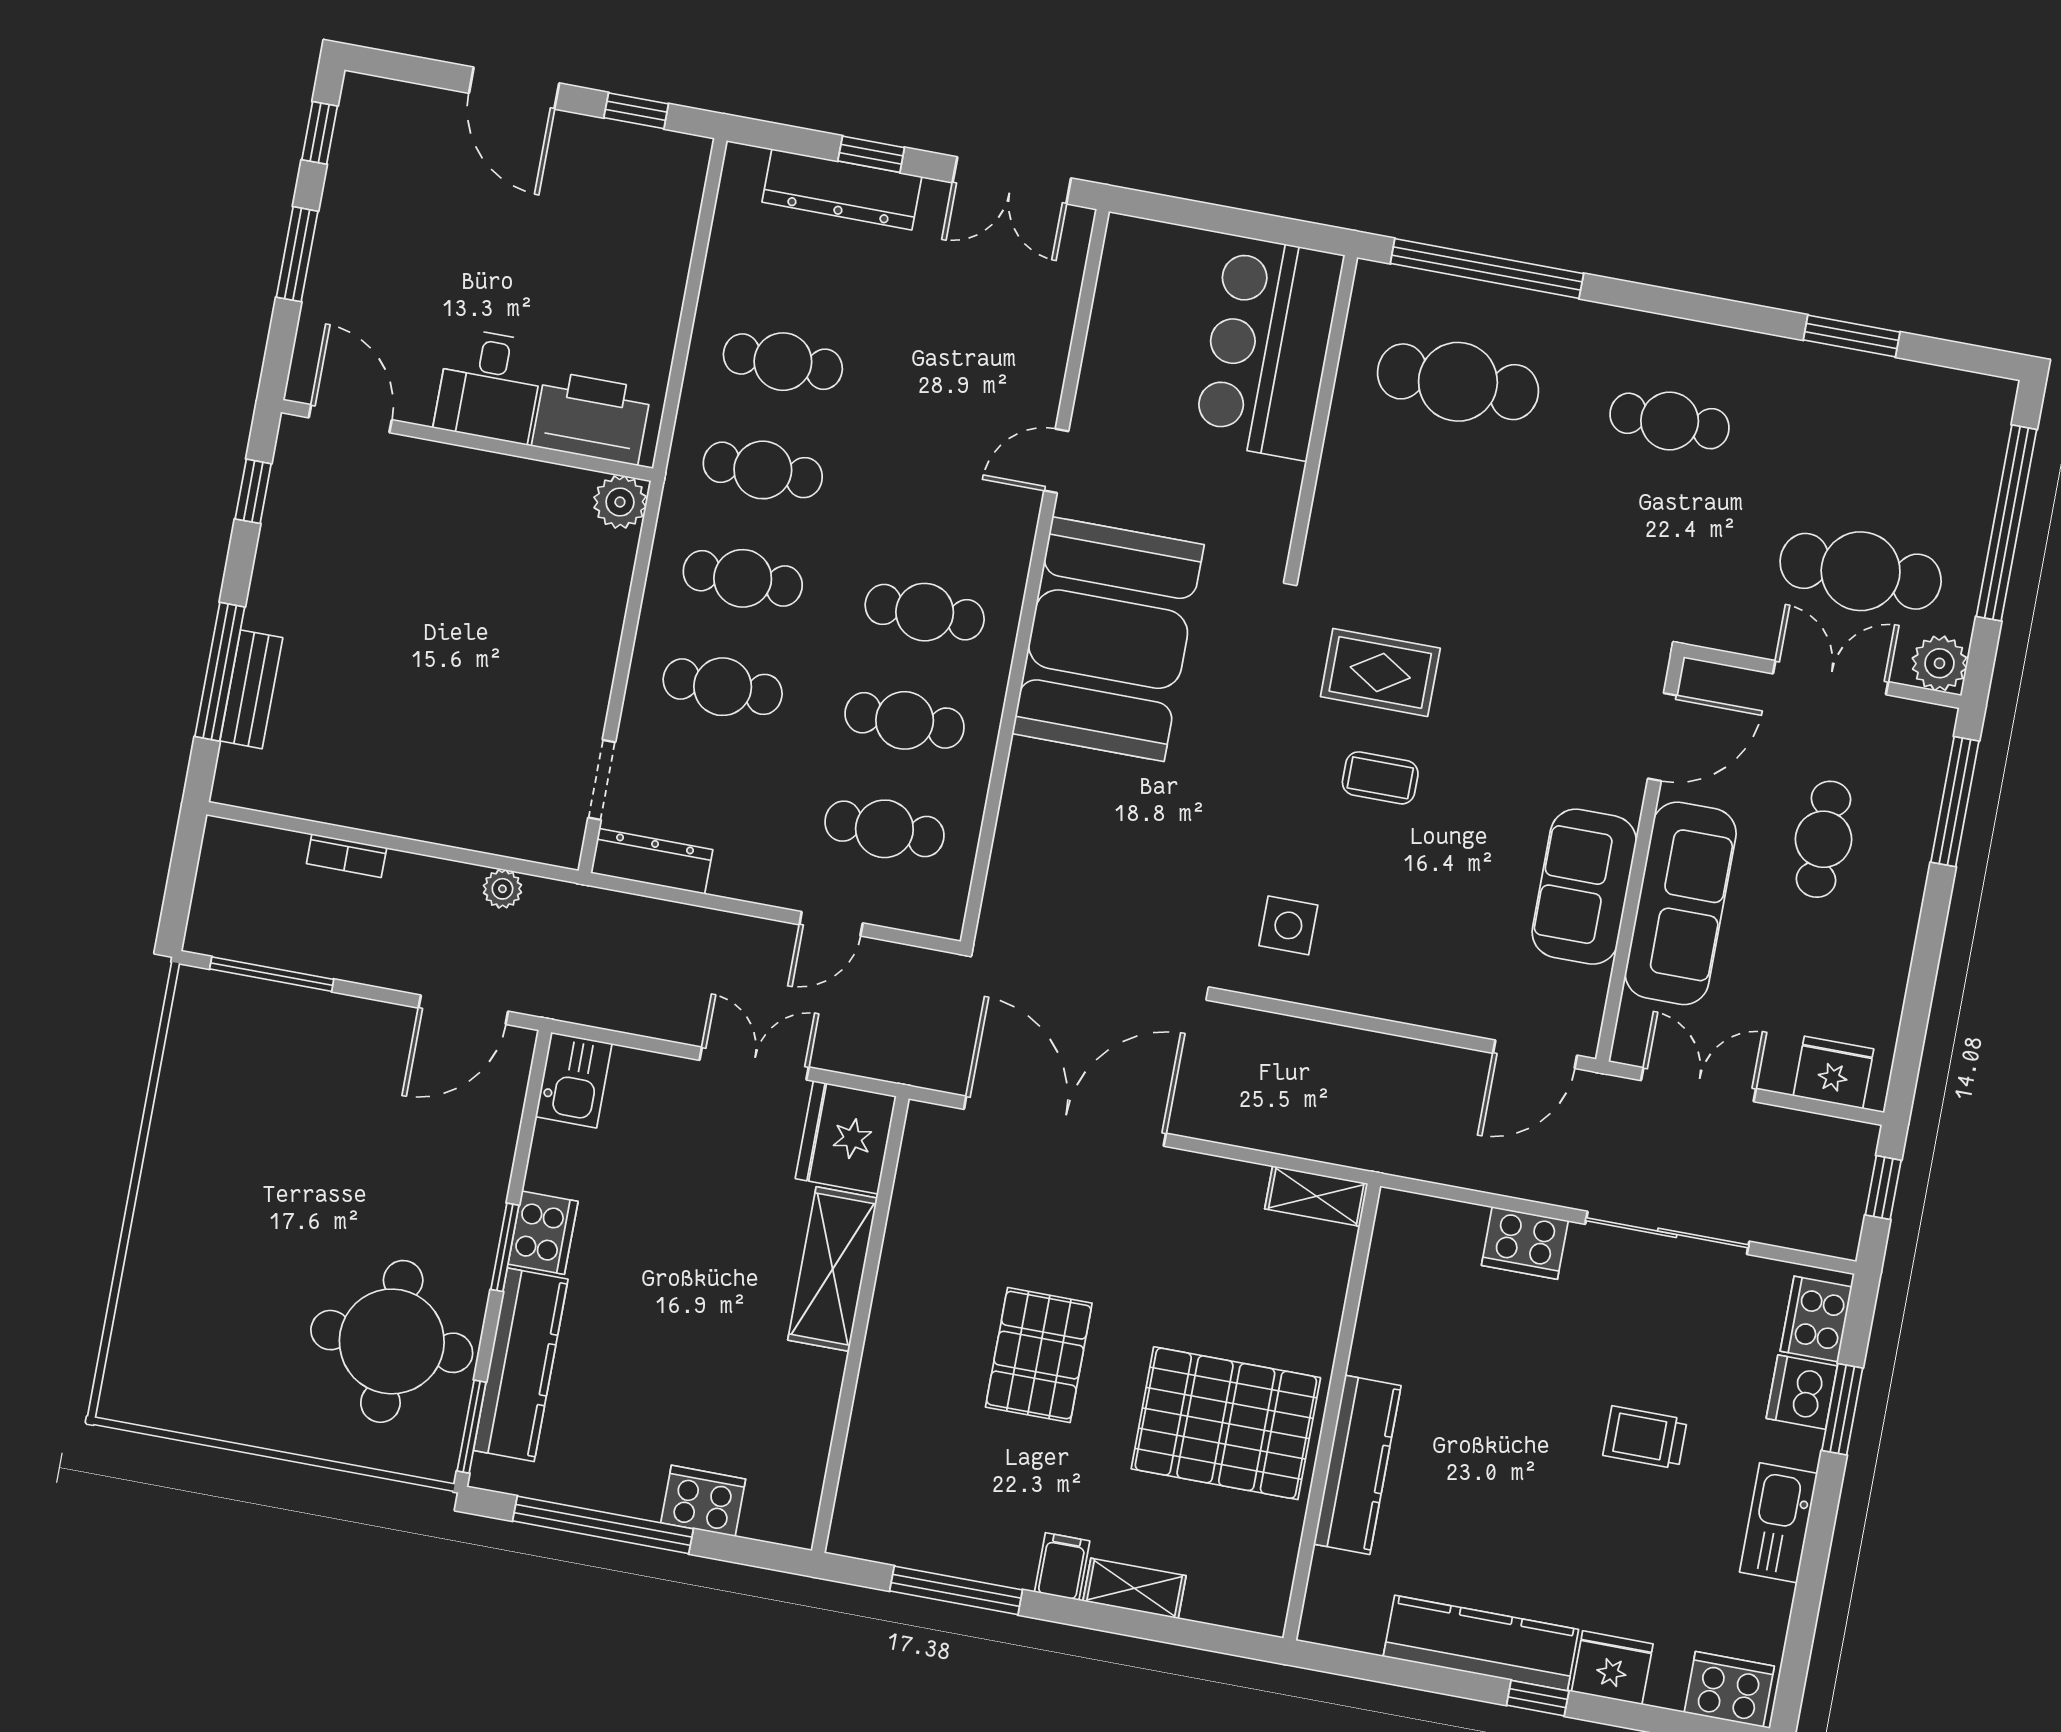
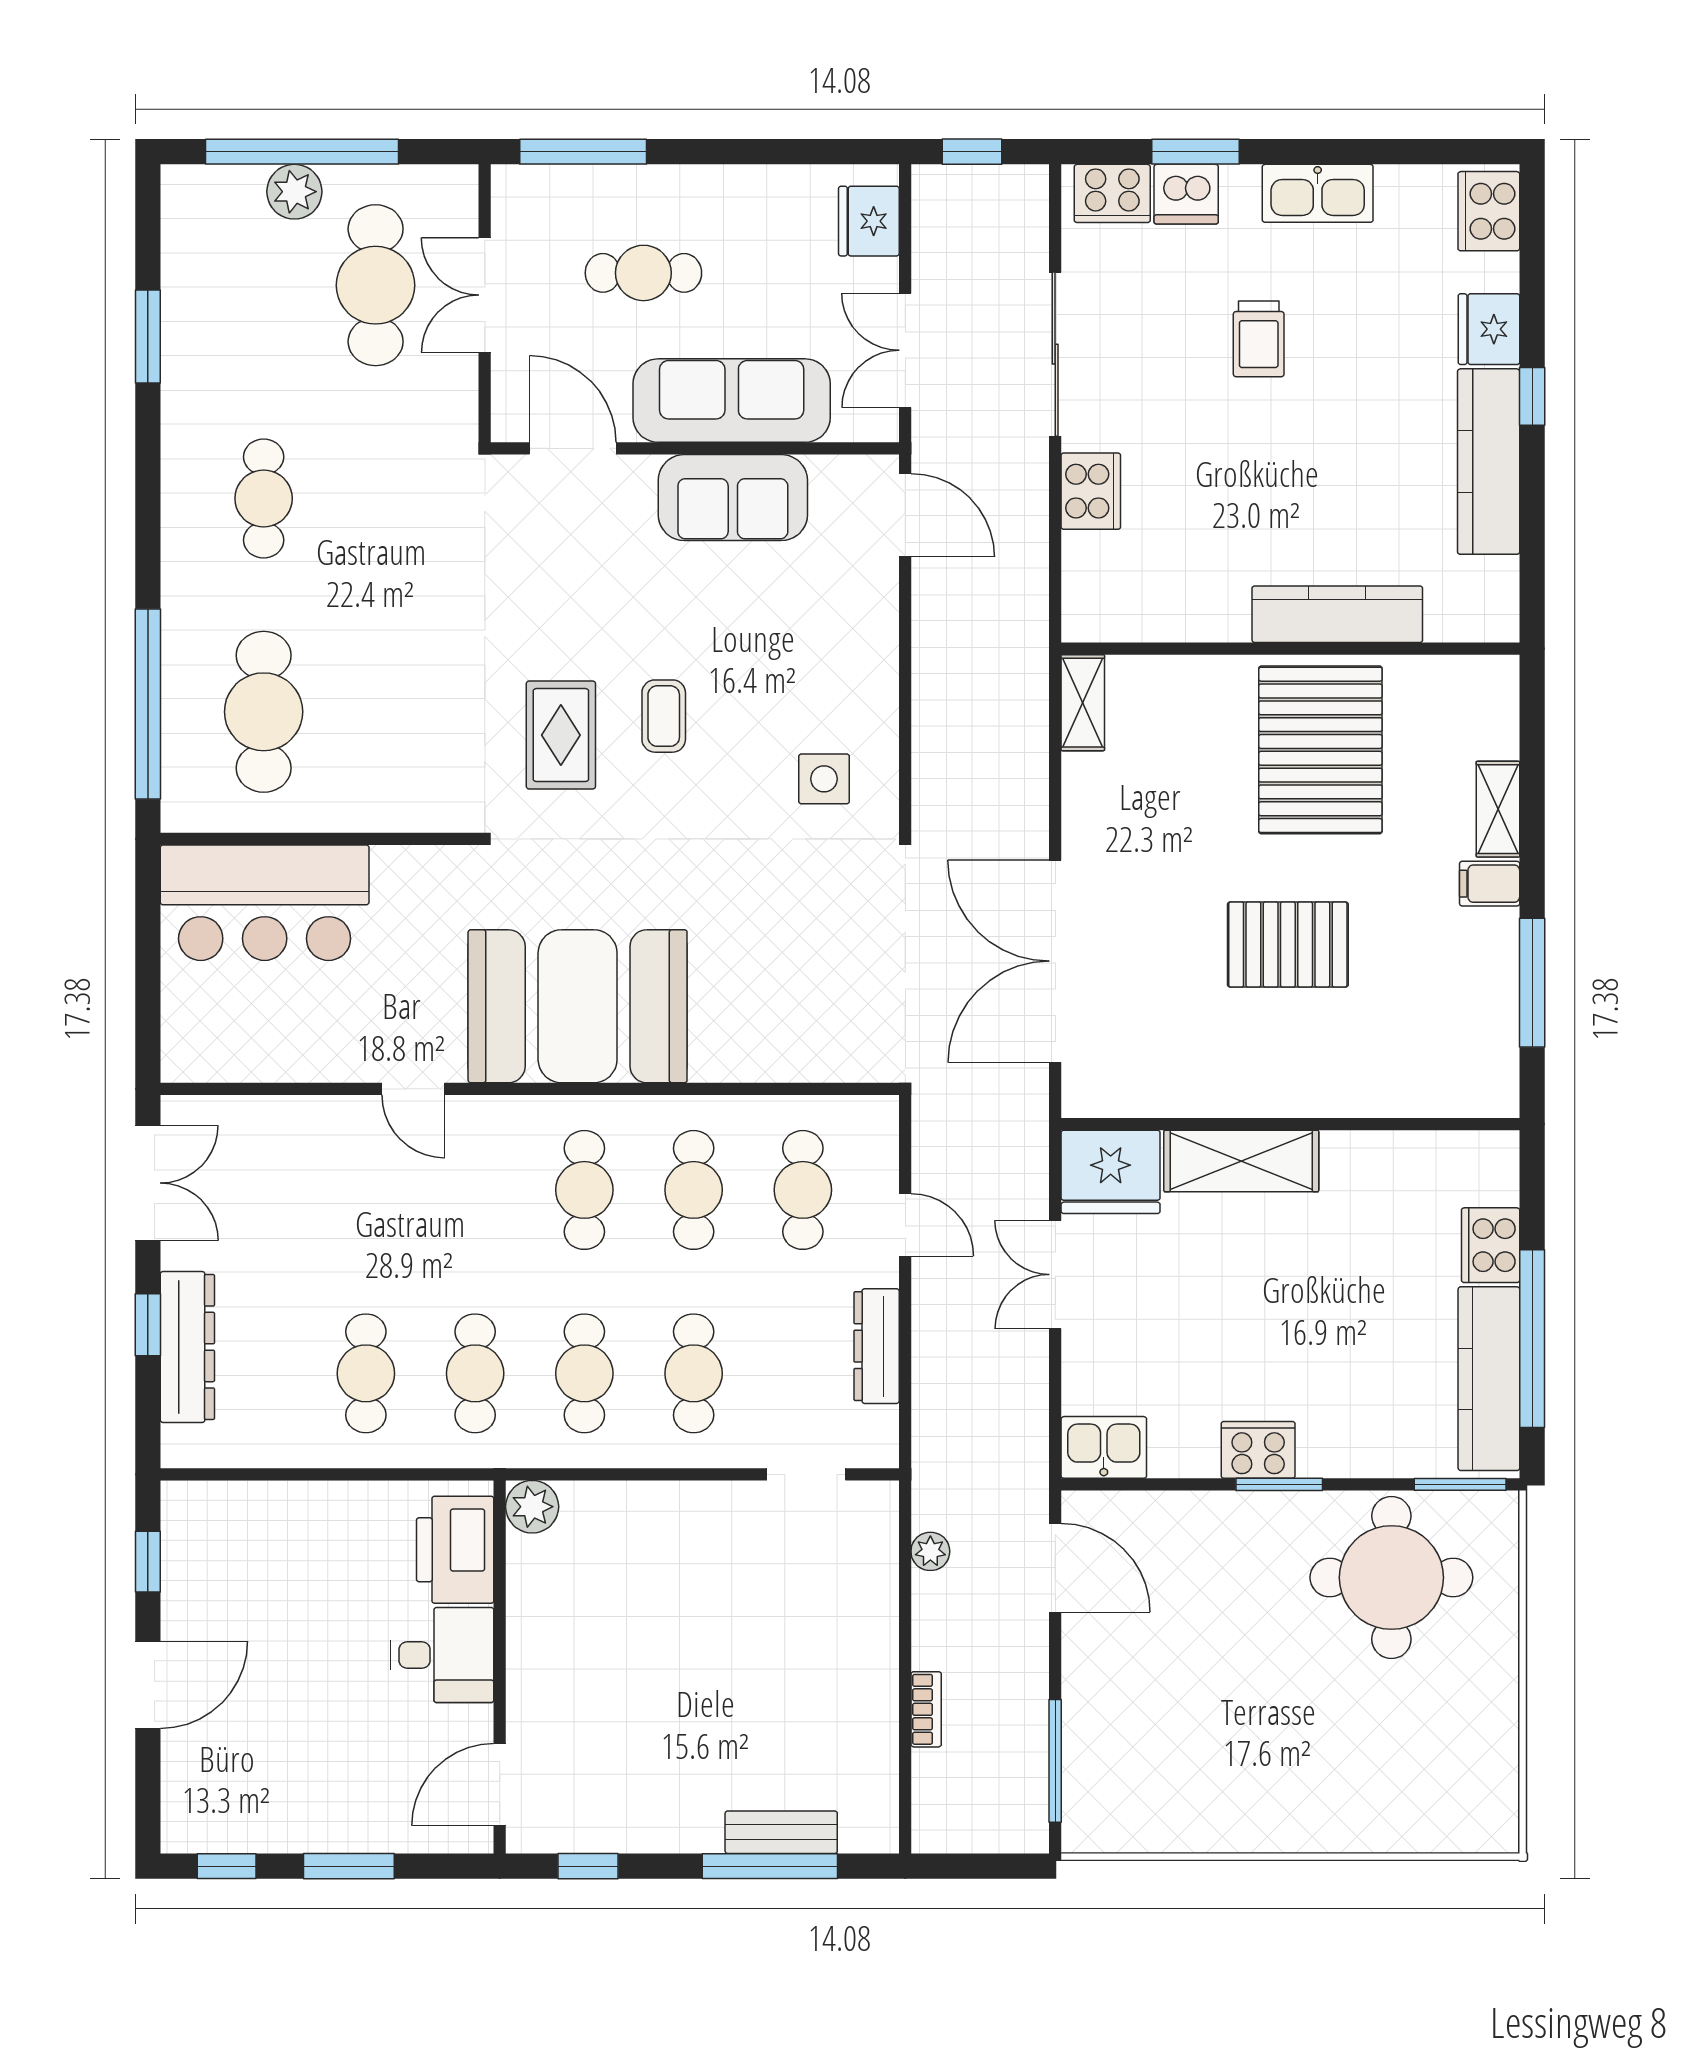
plant: (1939, 663) -> (294, 192), moved
dresser: (652, 861) -> (877, 1346), moved
kitchen counter: (521, 1365) -> (1489, 1379), moved, turned -90

